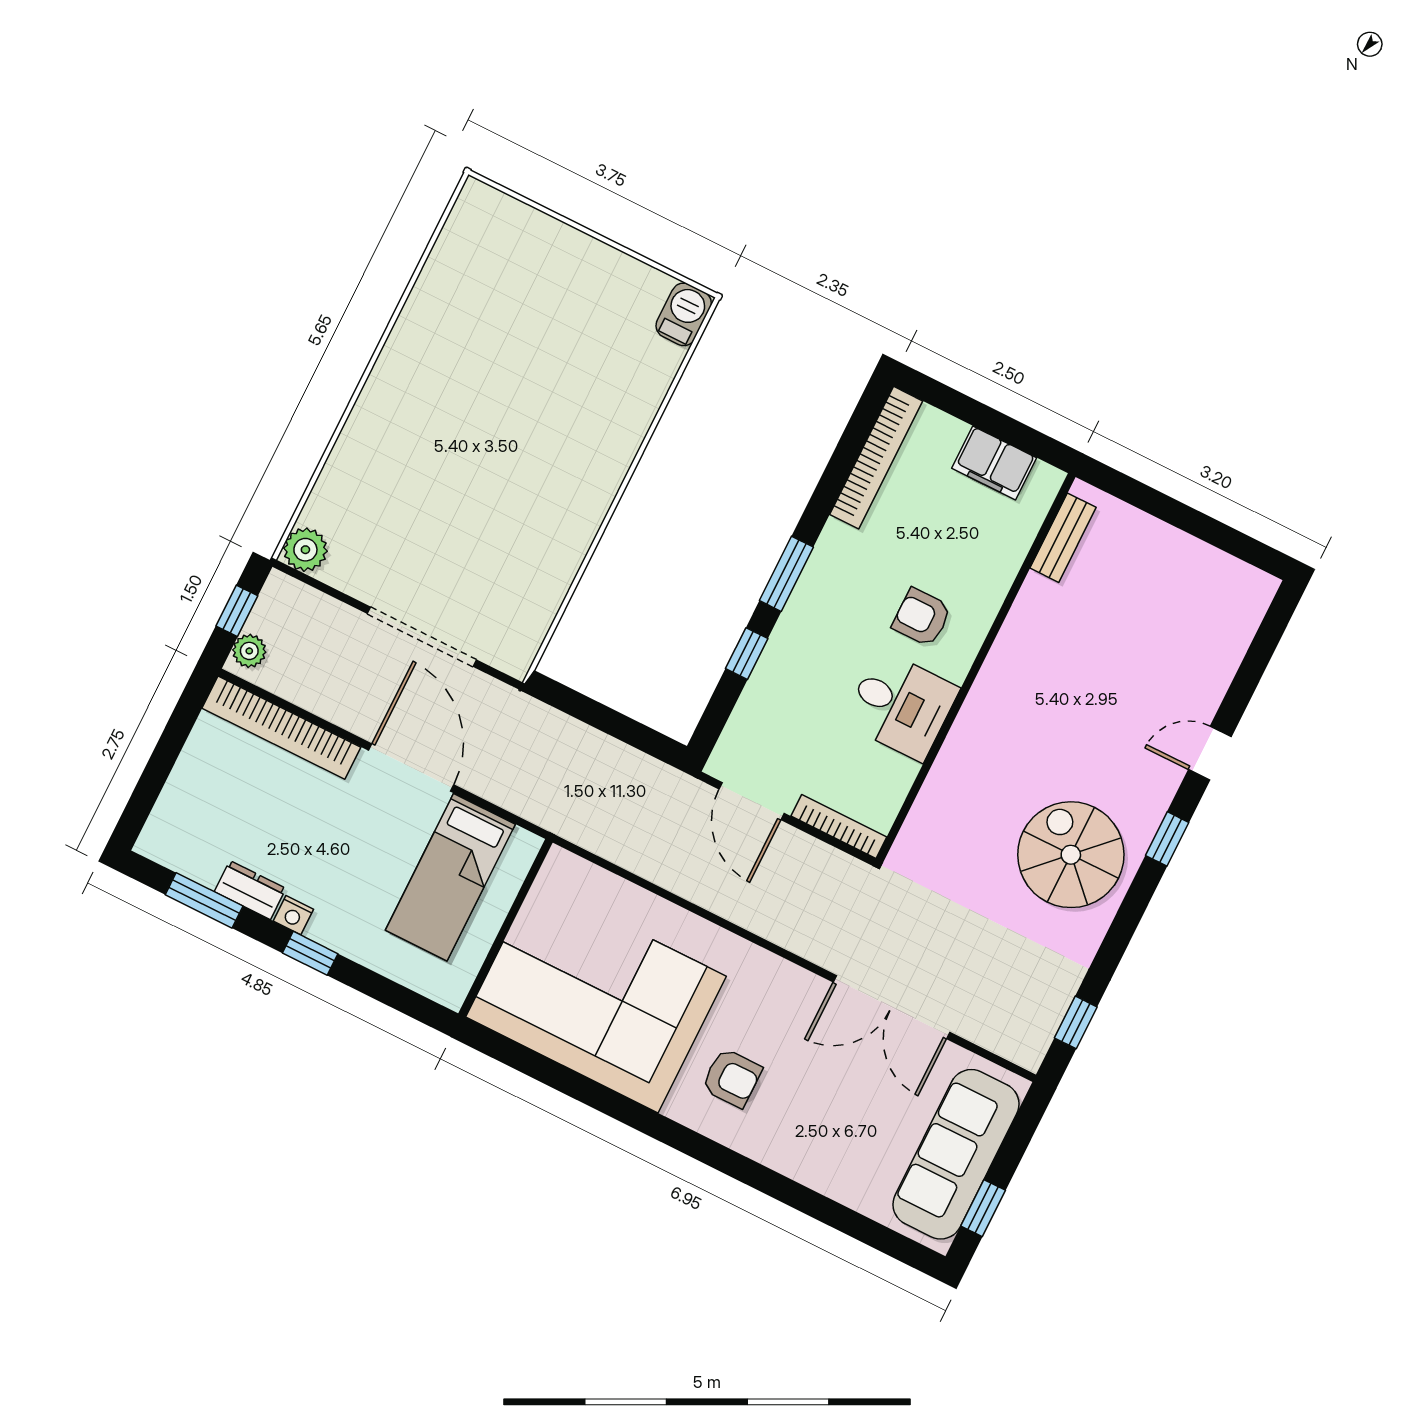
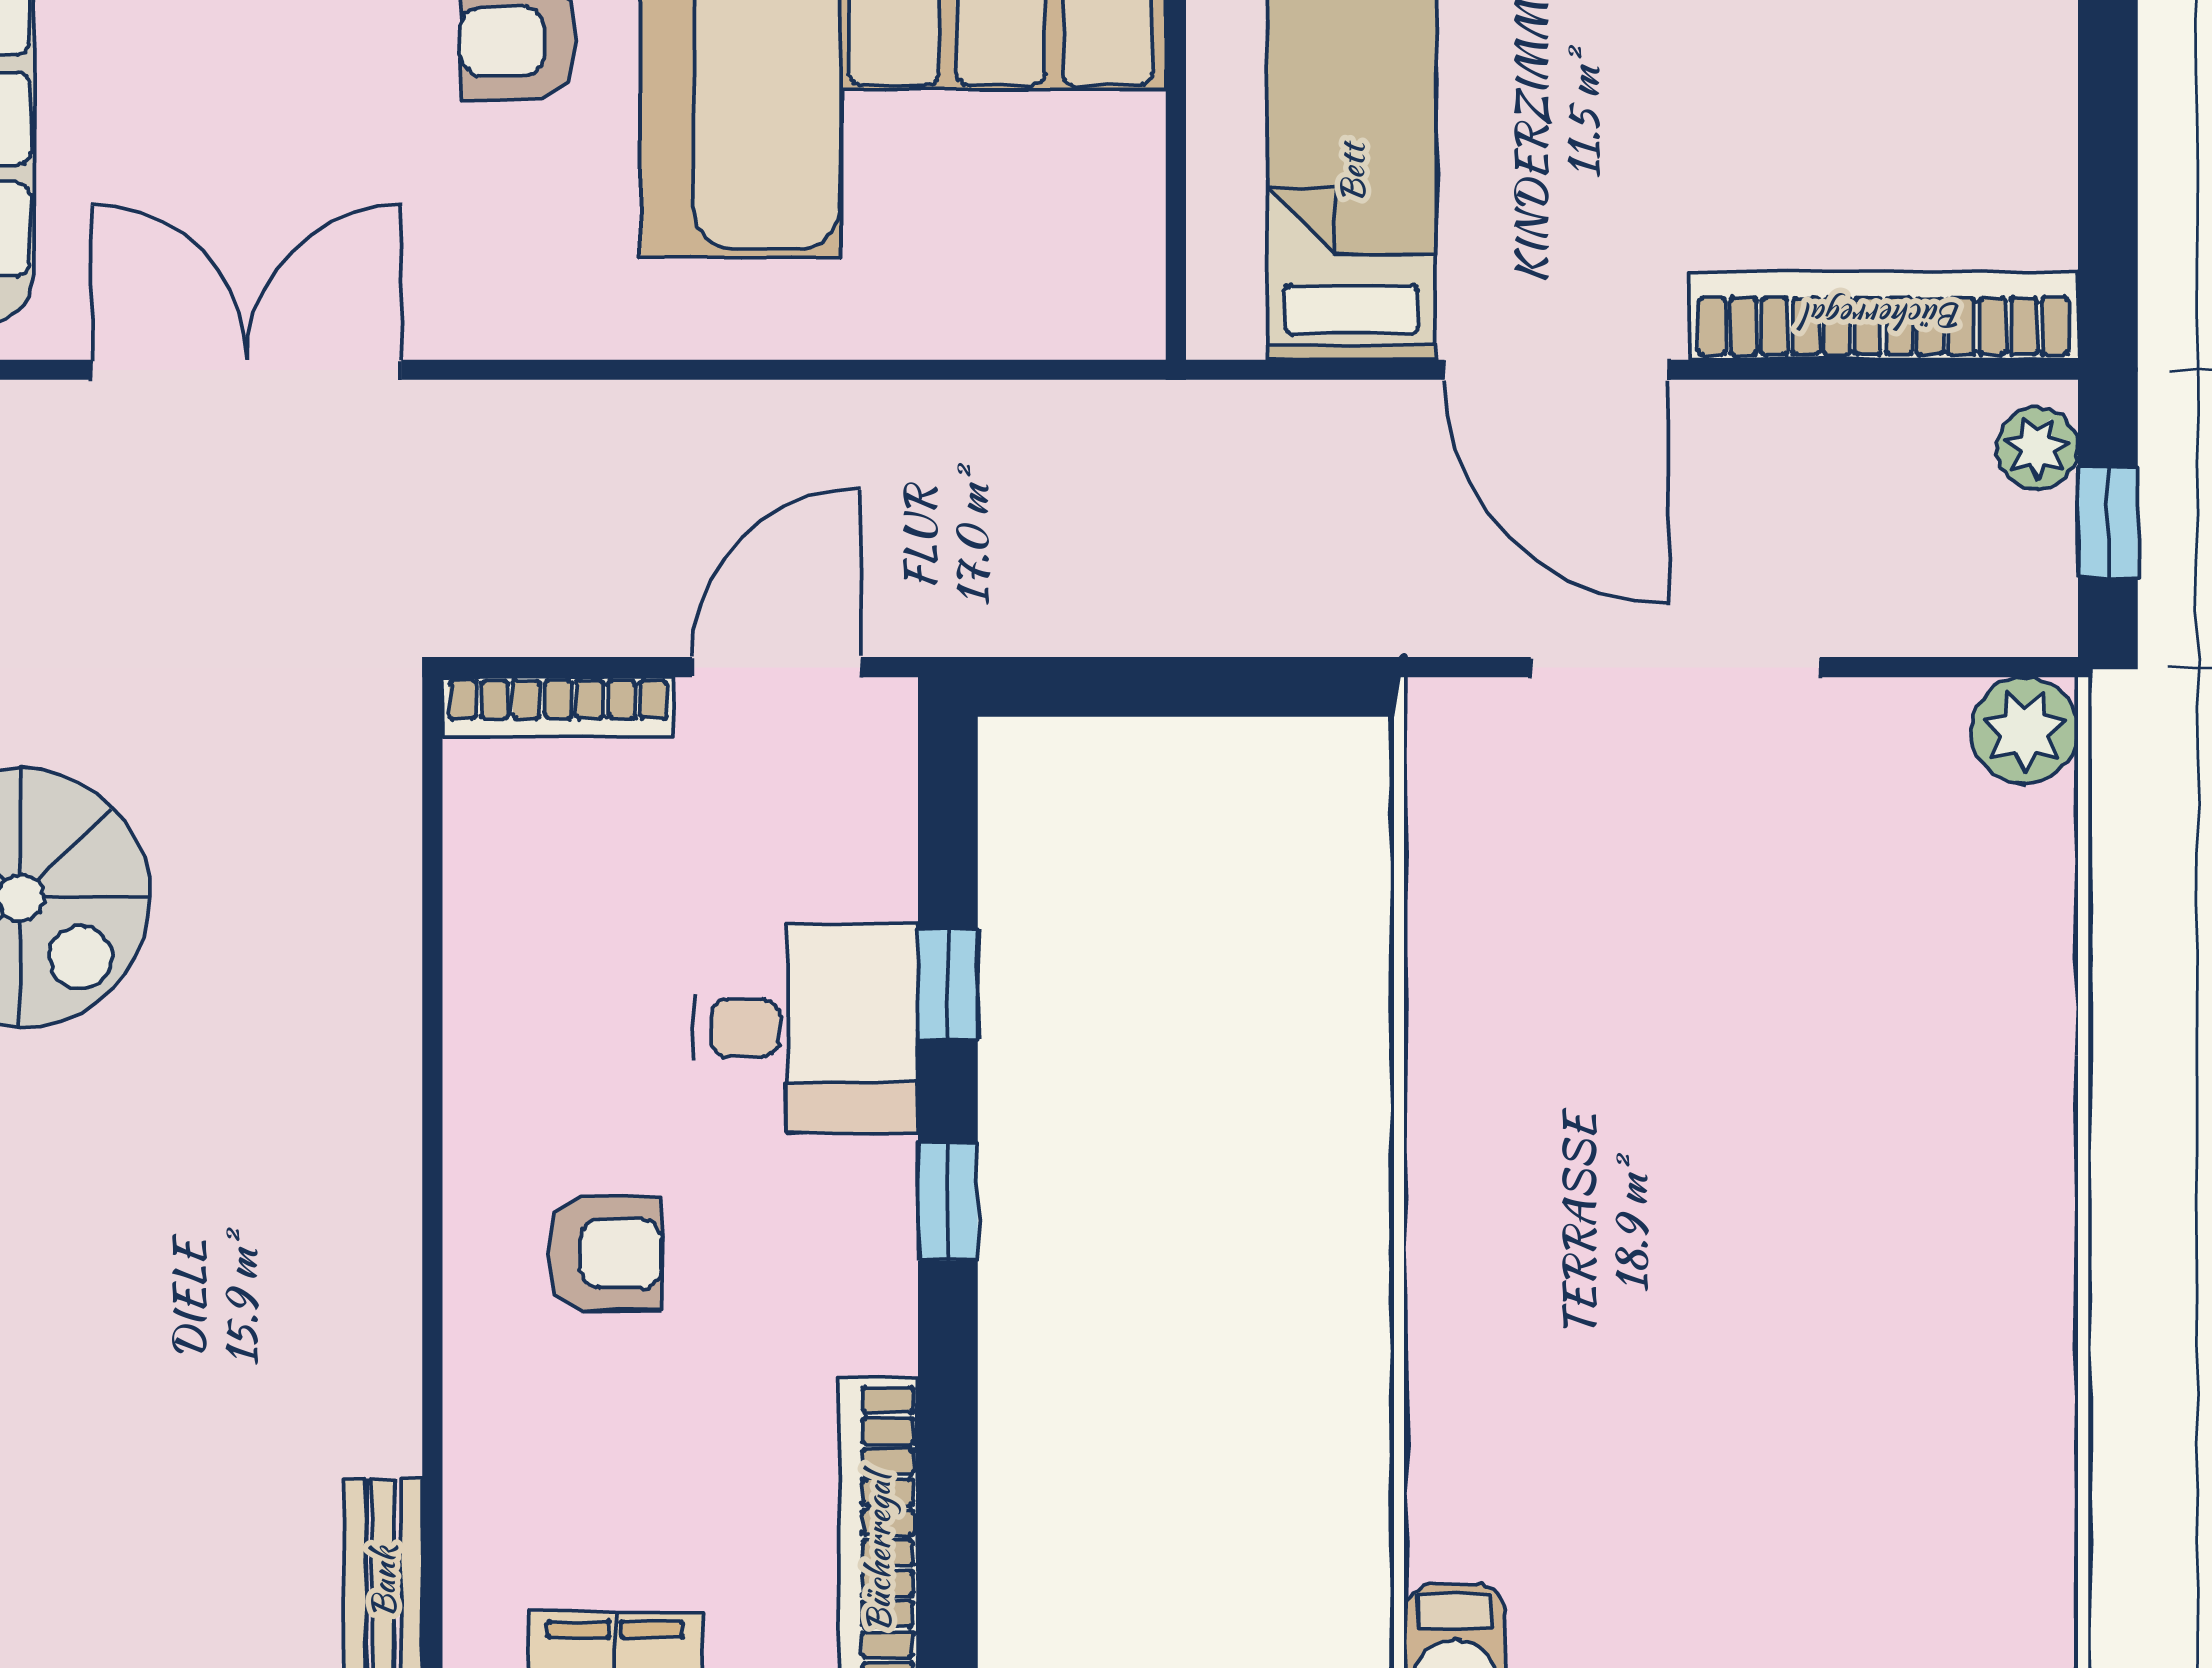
window: (786, 574) -> (948, 1202), width x0.67
desk: (901, 705) -> (806, 1028), moved, turned 180
door: (752, 801) -> (777, 667), hinge flipped

